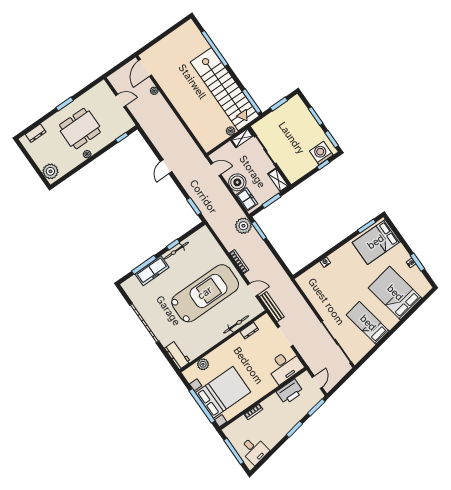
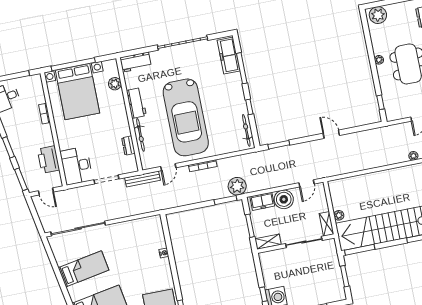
bicycle: (176, 251) -> (246, 130), moved
freezer: (152, 271) -> (229, 56), moved
workbench: (211, 339) -> (136, 103), added

